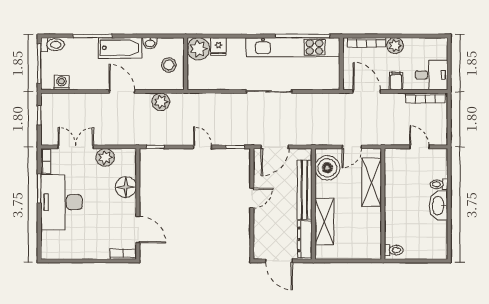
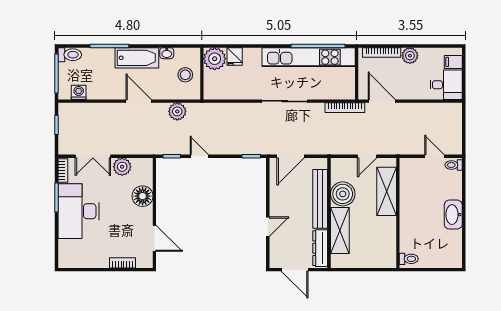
filing cabinet: (396, 81) -> (453, 62), moved, turned -90
bookcase: (425, 98) -> (345, 108), moved
double door: (76, 147) -> (93, 156), swing flipped
door: (203, 147) -> (199, 156), moved
boiler: (327, 168) -> (343, 194), moved
toilet: (439, 184) -> (454, 165), moved
door: (252, 198) -> (268, 227), moved
bookcase: (123, 254) -> (123, 263), moved

